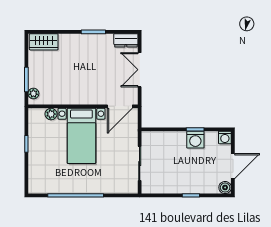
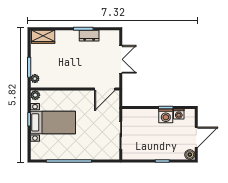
dresser: (126, 40) -> (89, 36), moved
double door: (140, 70) -> (121, 59), swing flipped
plant: (51, 114) -> (35, 95), moved
bed with nightstands: (81, 136) -> (53, 122), moved, turned -90
washing machine: (225, 137) -> (179, 114), moved

